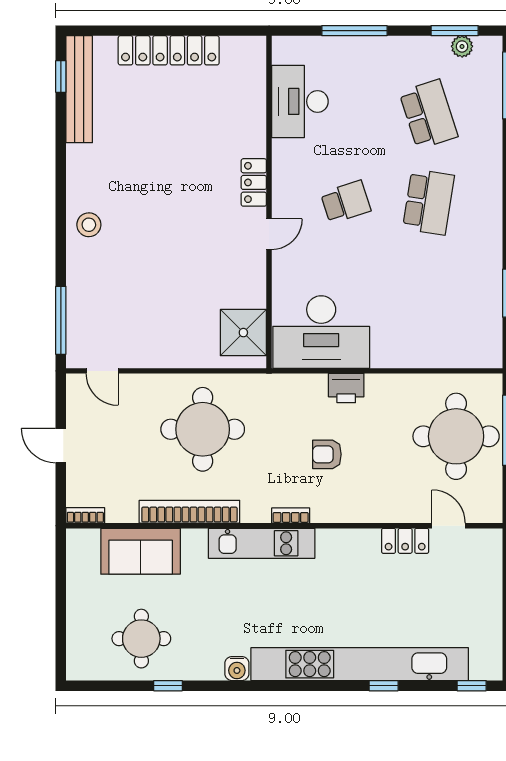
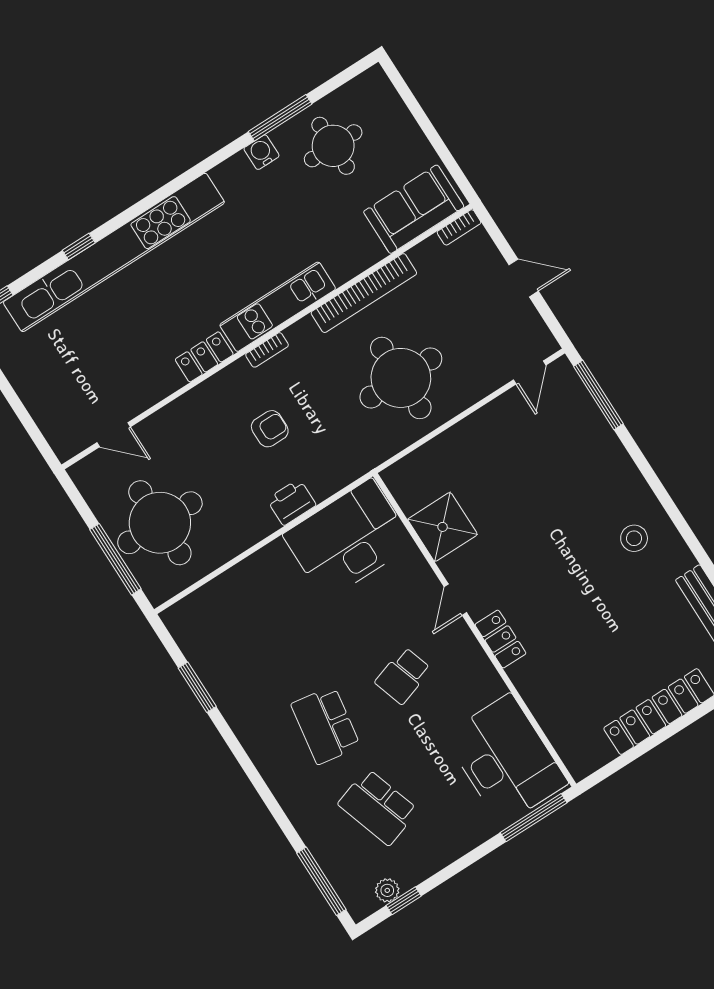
window: (354, 31) -> (534, 818), moved
window: (455, 31) -> (404, 901), width x0.67
desk: (300, 101) -> (506, 760), width x1.36, depth x1.30
stool: (89, 225) -> (634, 538), moved
shower: (243, 333) -> (443, 527), moved
door: (102, 371) -> (530, 373), swing flipped
locker: (405, 541) -> (204, 357), moved
sofa: (141, 551) -> (414, 209), moved
water cooler: (237, 669) -> (261, 152), moved
window: (168, 686) -> (280, 118), width x2.17

